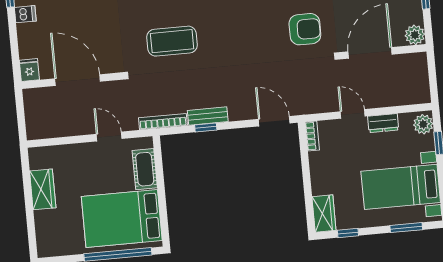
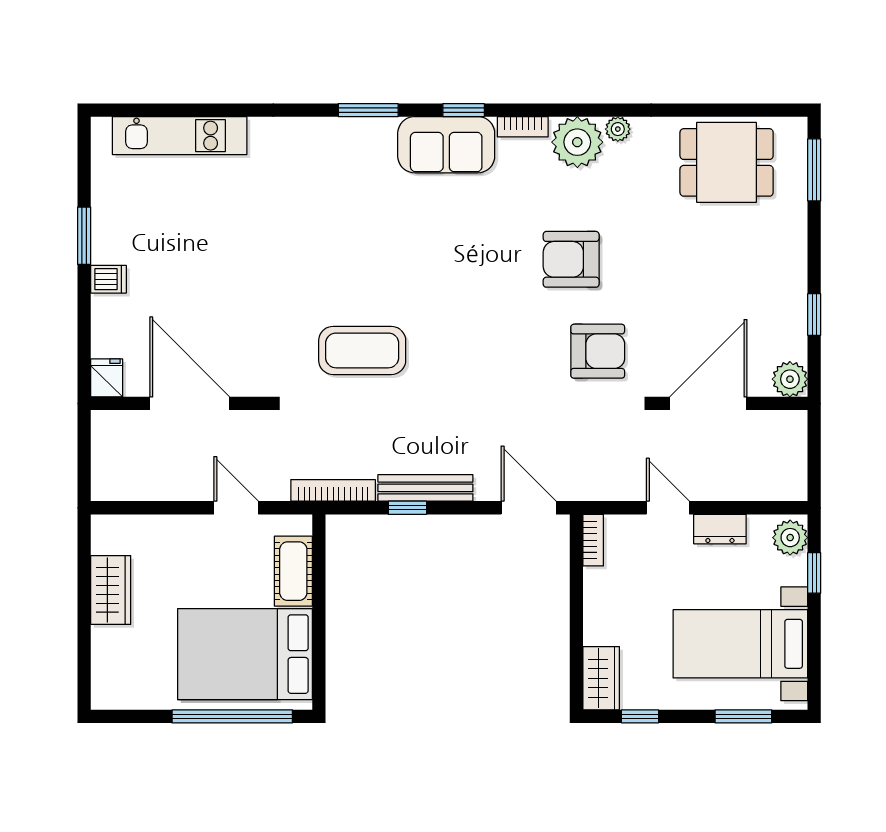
bench: (208, 116) -> (425, 488), width x1.36

